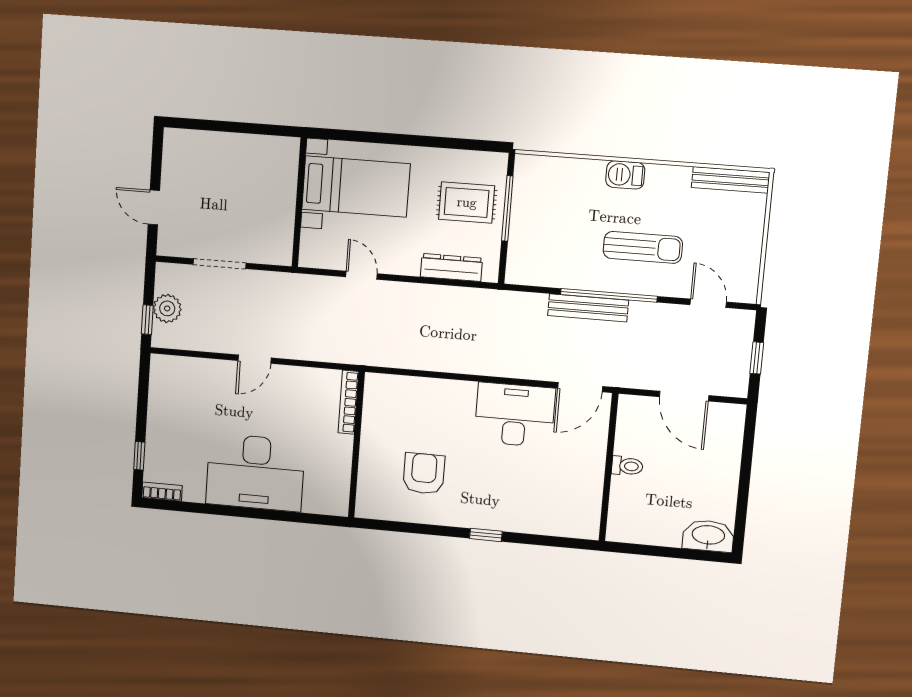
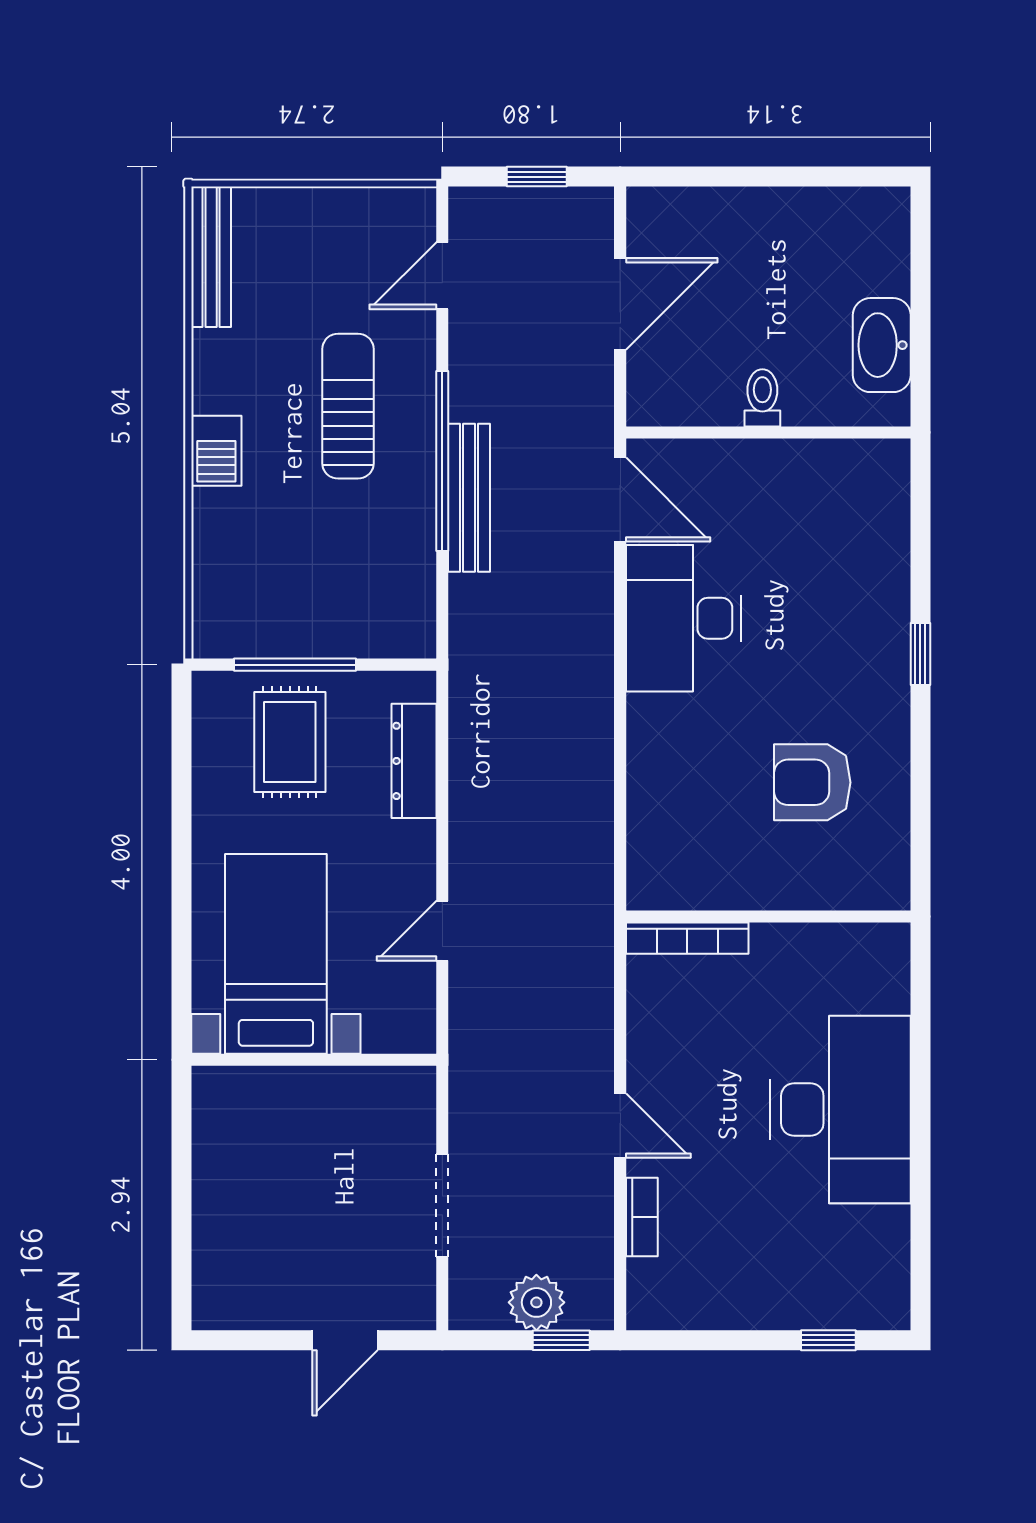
bookcase: (162, 492) -> (642, 1217), moved, turned 180
washbasin: (708, 536) -> (882, 345), moved

